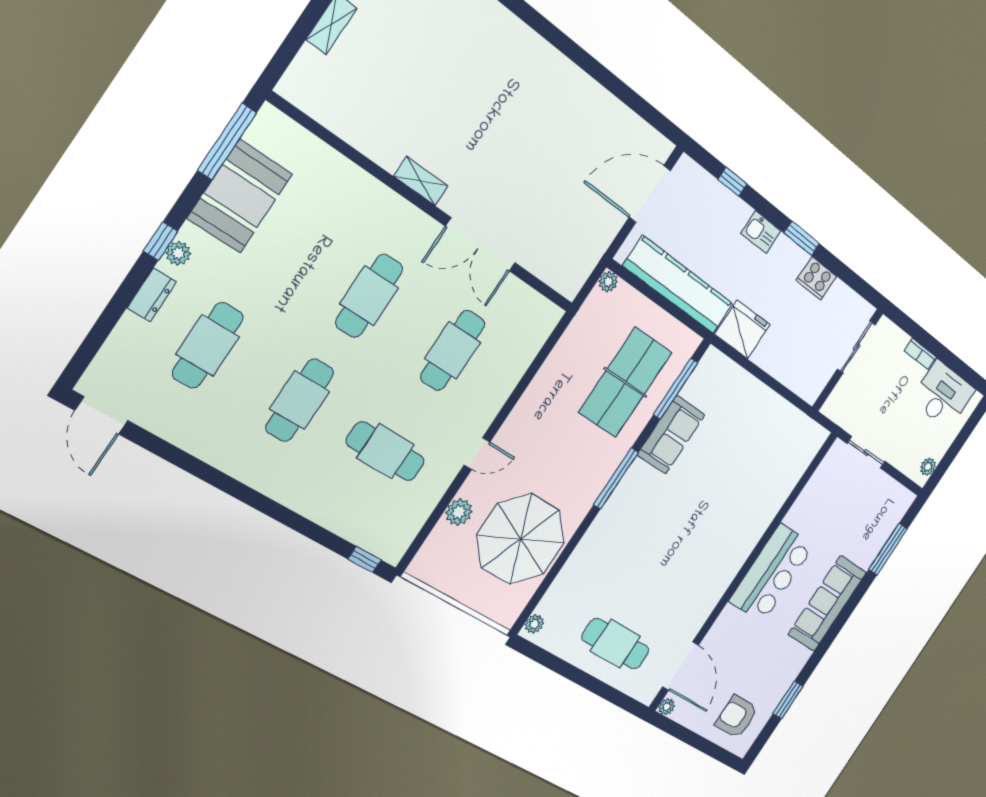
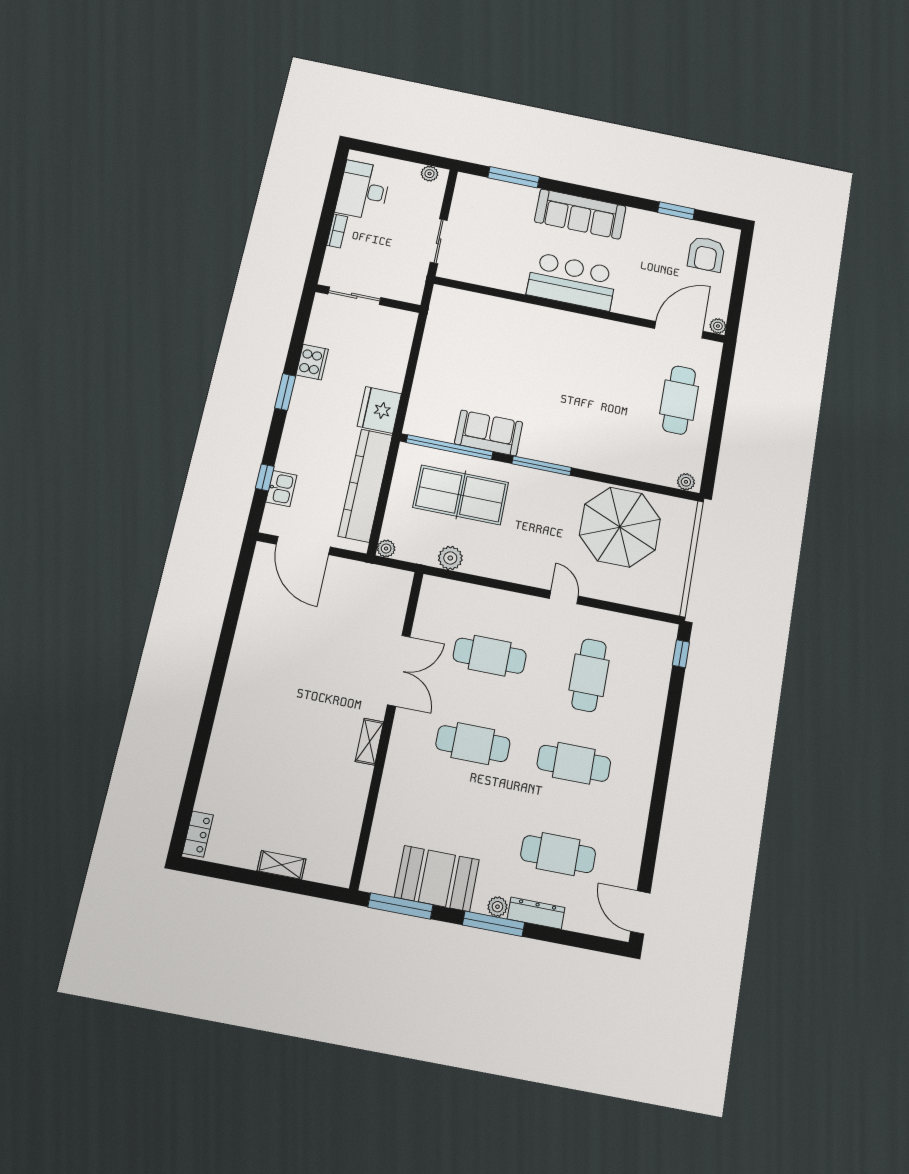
kitchen sink: (761, 232) -> (281, 489), moved
window: (161, 241) -> (494, 924), width x2.17
dresser: (152, 295) -> (536, 913), width x1.44
window: (676, 389) -> (450, 447), width x1.46
door: (101, 415) -> (640, 912), swing flipped
plant: (459, 512) -> (450, 558), moved

